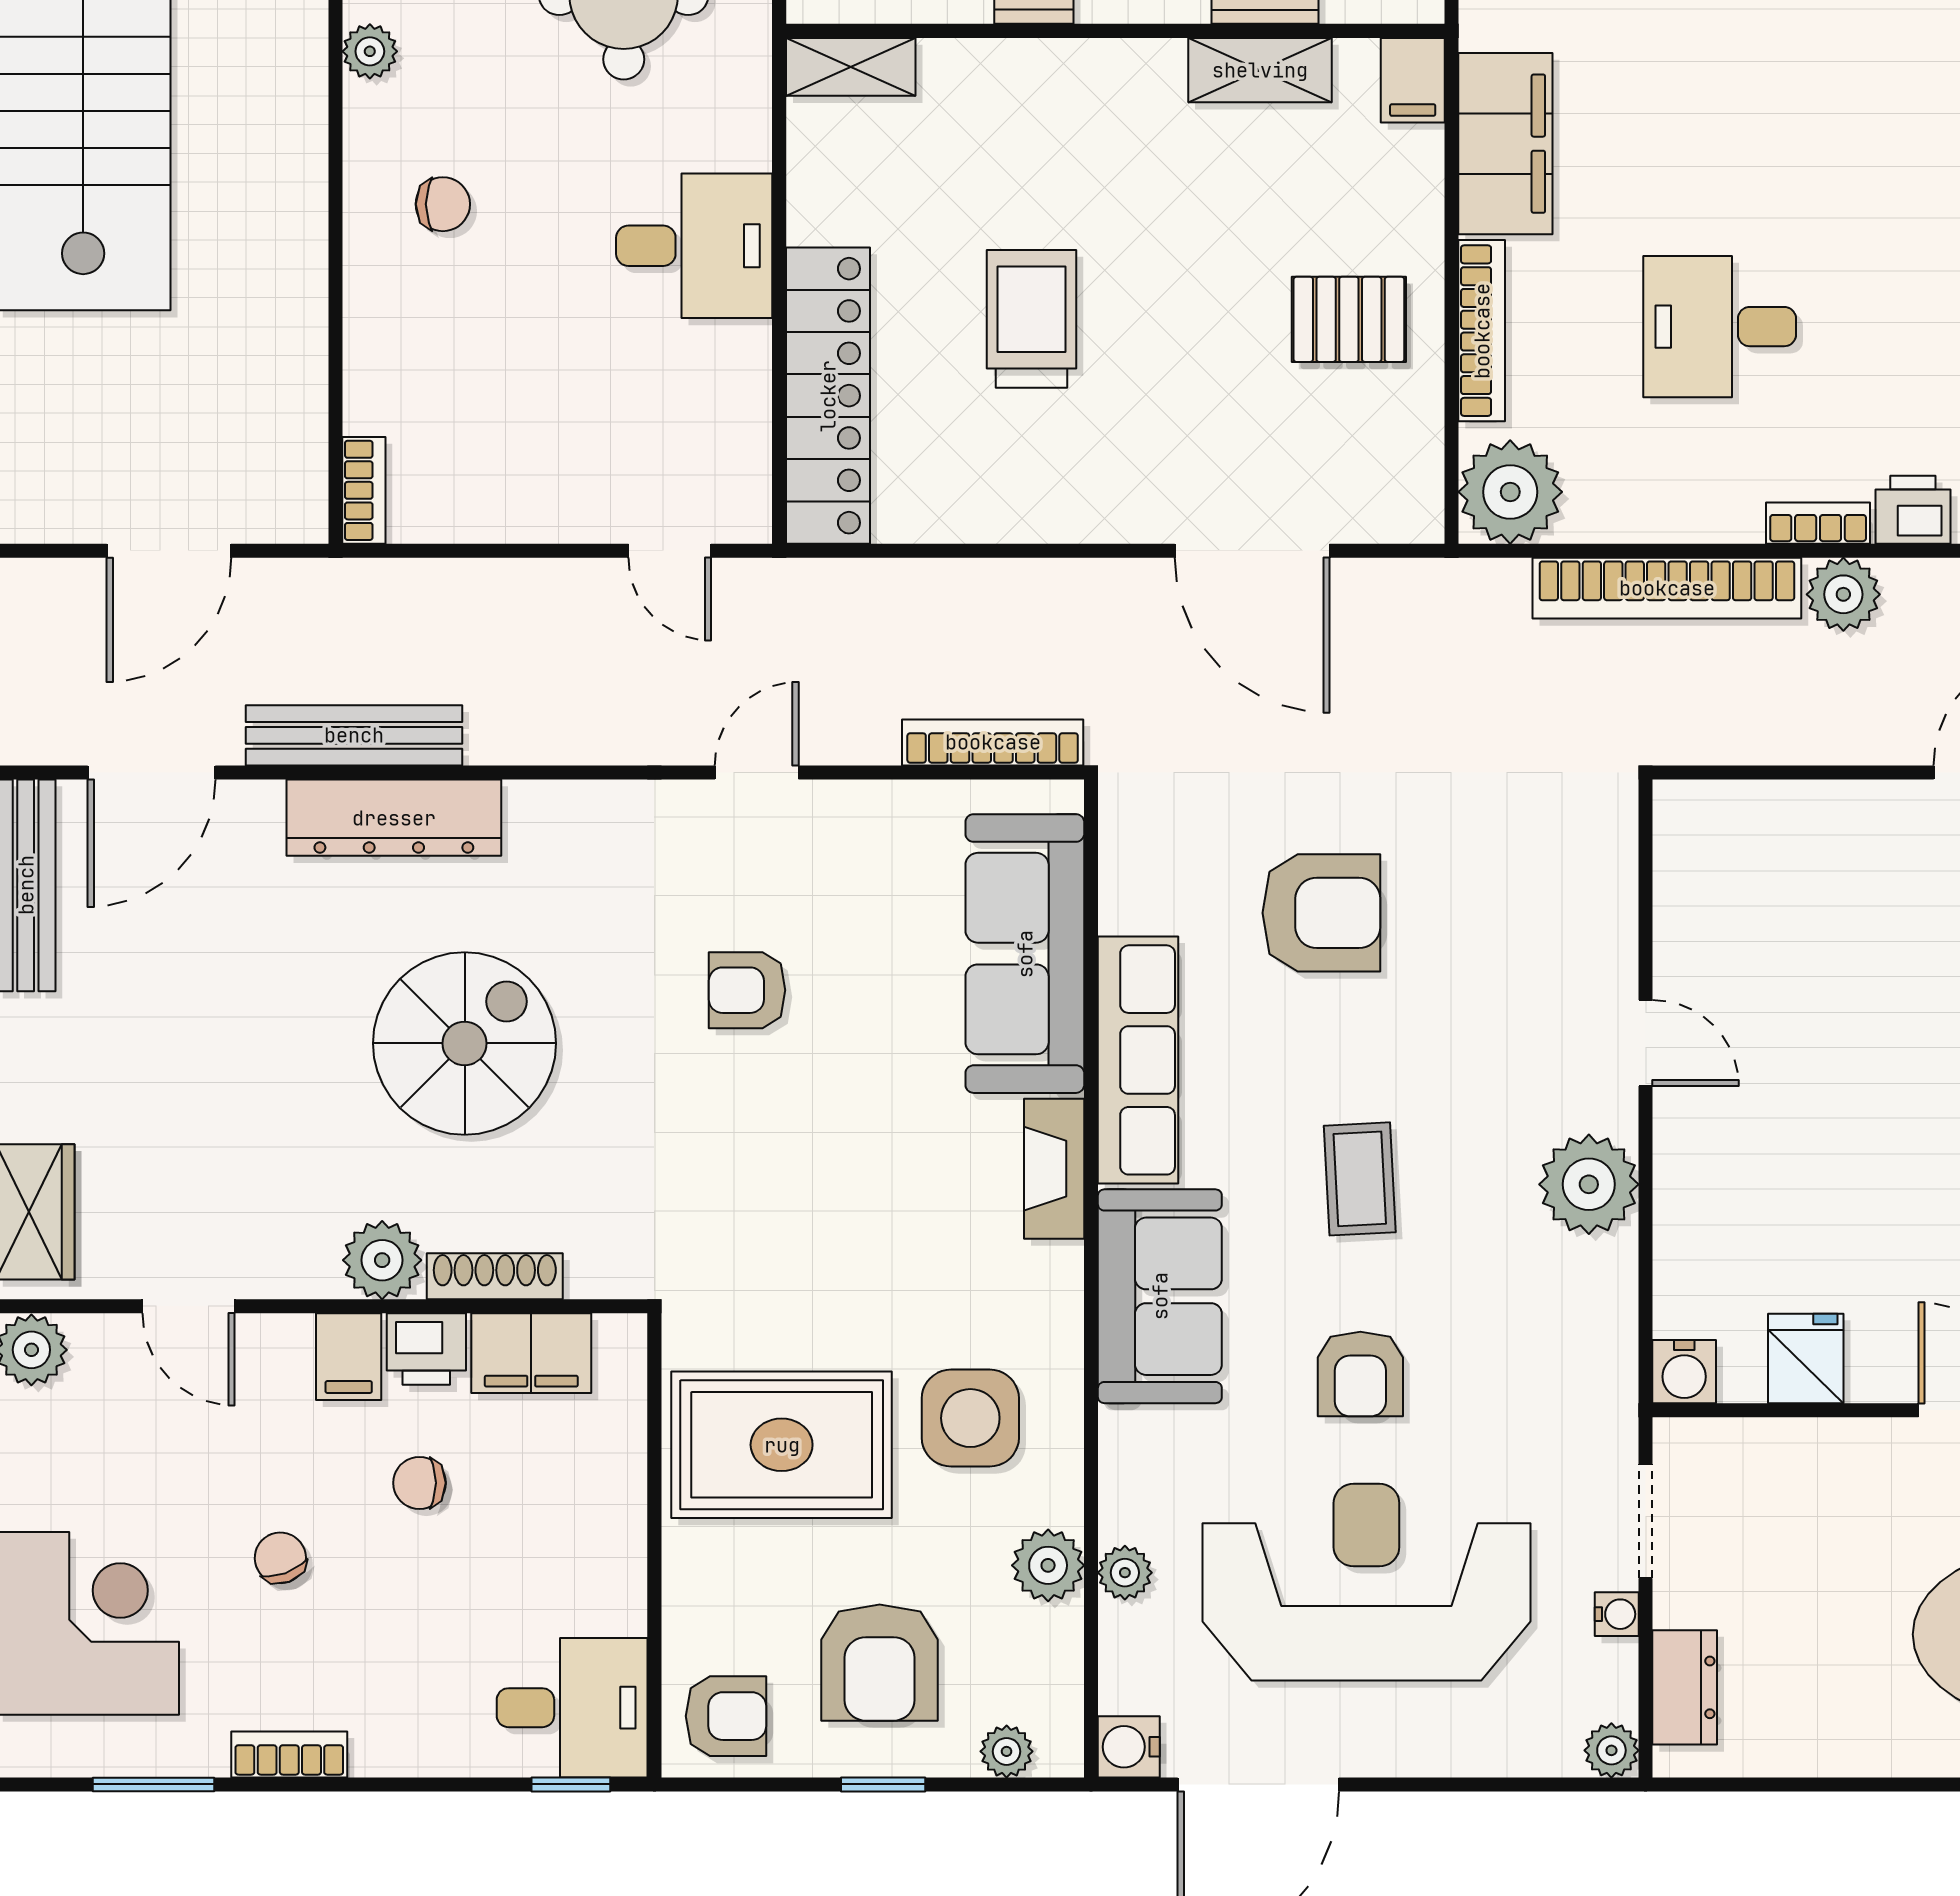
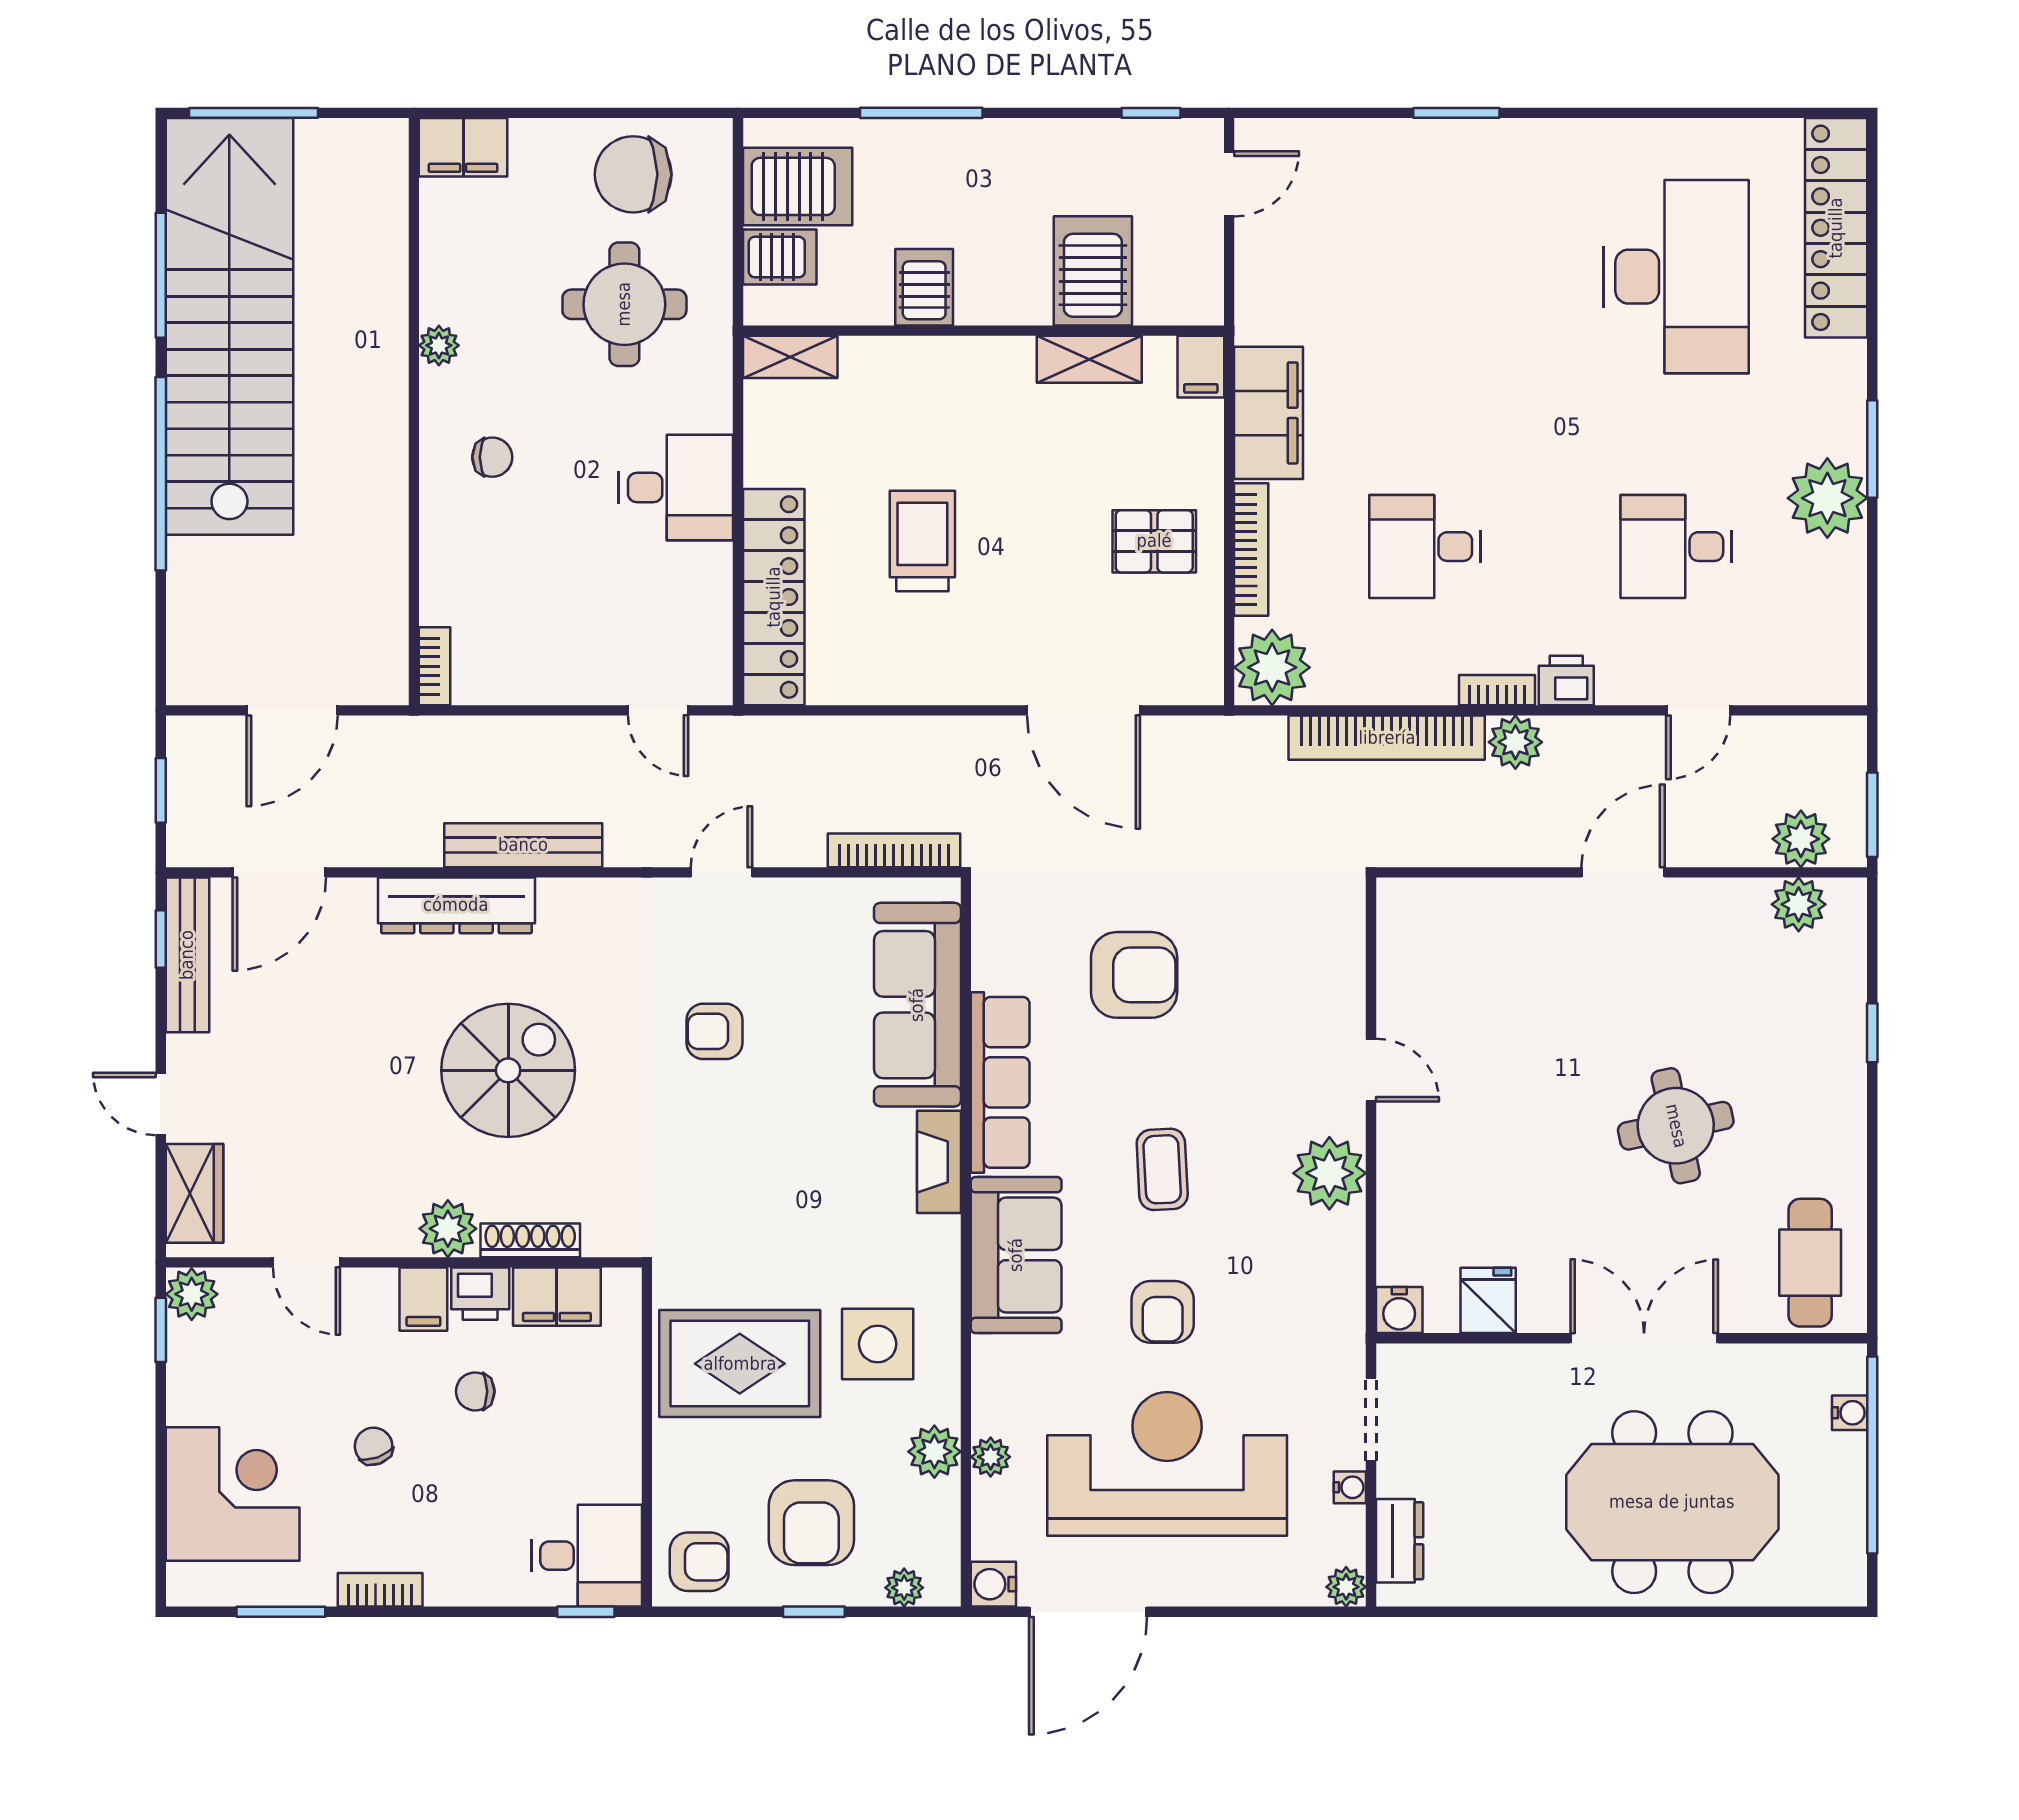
bench: (354, 735) -> (523, 845), moved

